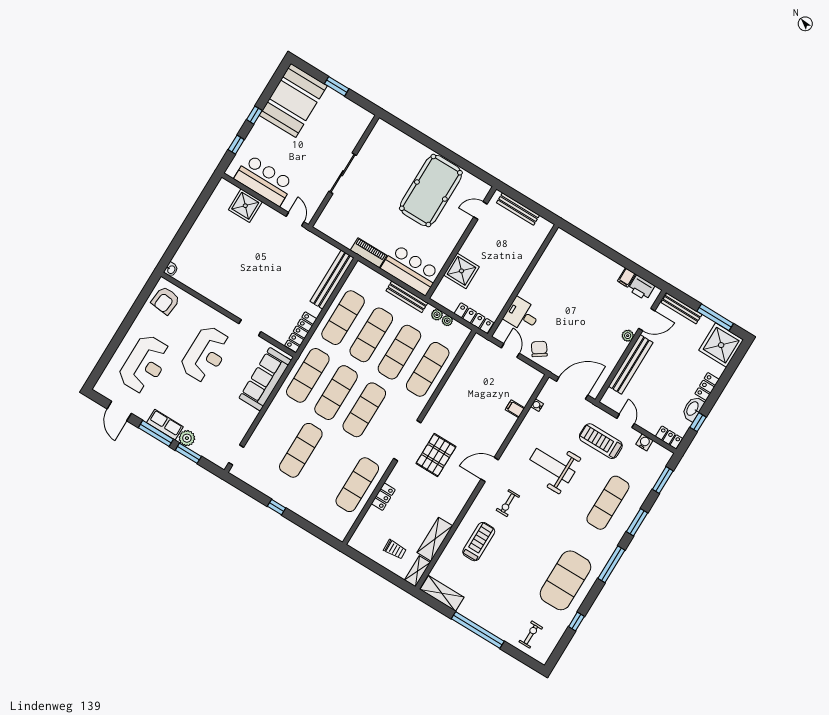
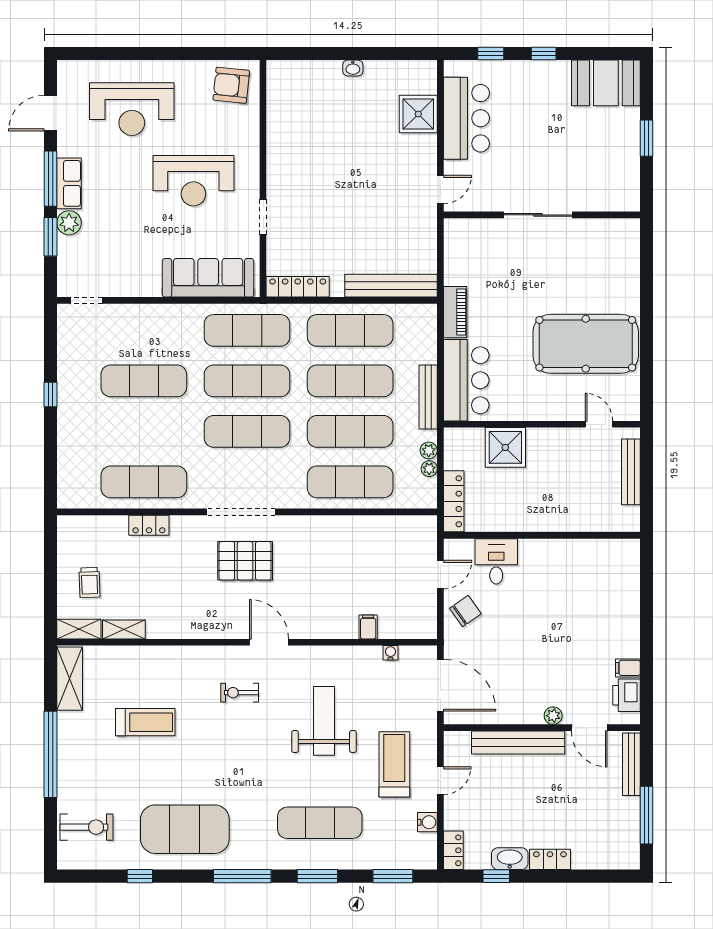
booth: (293, 100) -> (606, 83), width x0.73, depth x0.70
washbasin: (171, 269) -> (353, 68), moved
shower: (721, 345) -> (615, 845), removed
shelving: (435, 539) -> (124, 629), width x0.67, depth x0.75
treadmill: (479, 542) -> (145, 722), moved
exercise bike: (531, 635) -> (87, 827), width x1.38, depth x1.39

